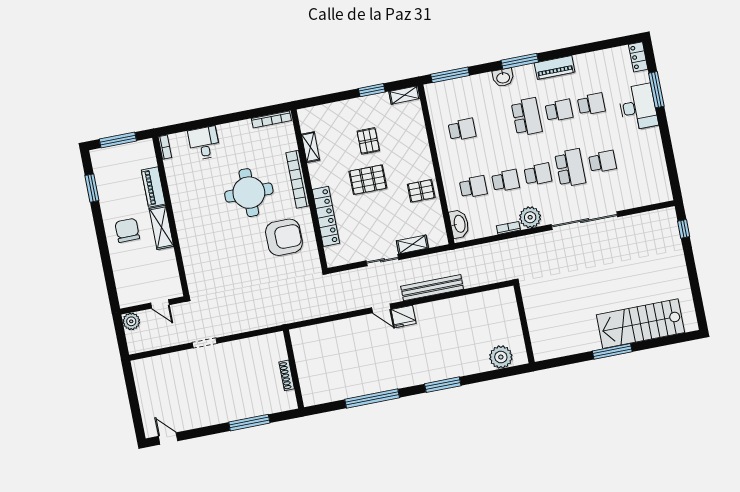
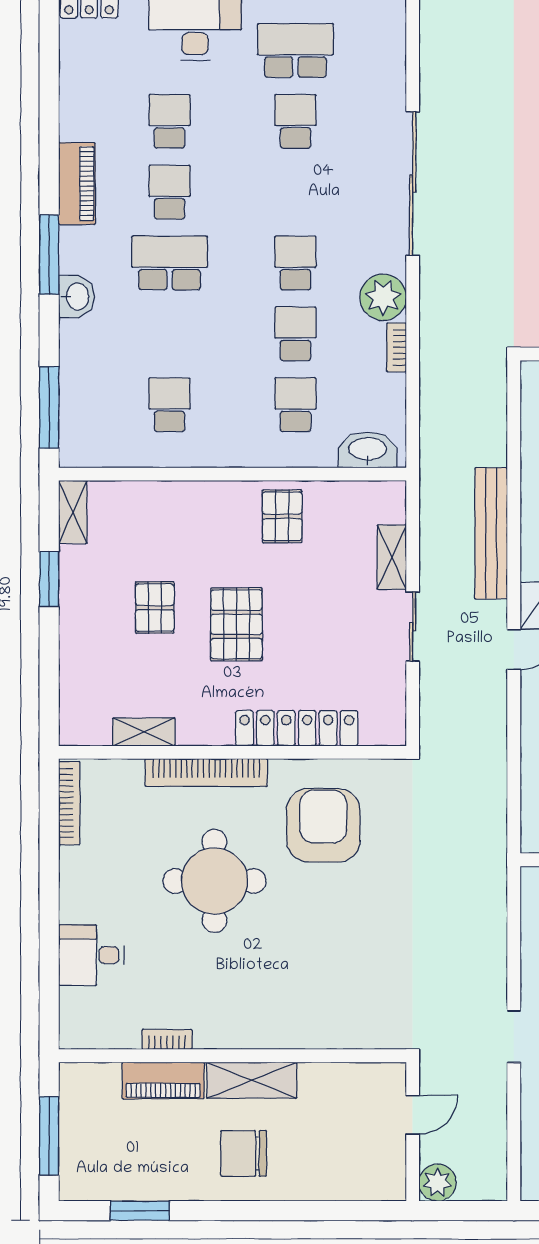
pallet: (368, 141) -> (155, 608), turned 90
bookcase: (165, 147) -> (167, 1039), moved
school desk: (570, 168) -> (295, 50), moved

